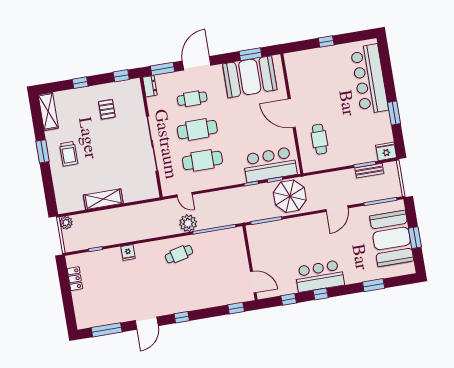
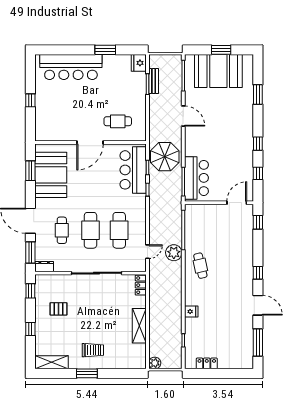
locker: (147, 193) -> (141, 285), added
bar counter: (320, 276) -> (196, 178), moved, turned 180

